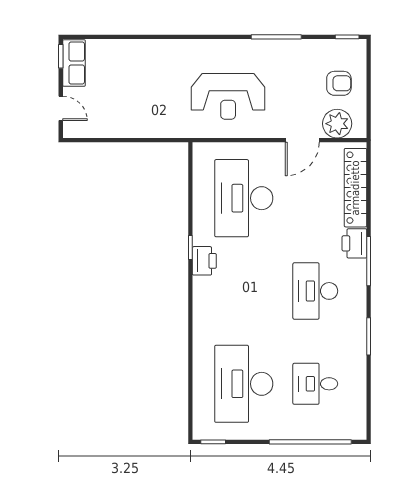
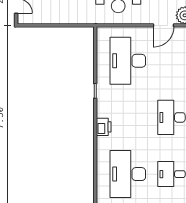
printer: (204, 261) -> (104, 127), moved

